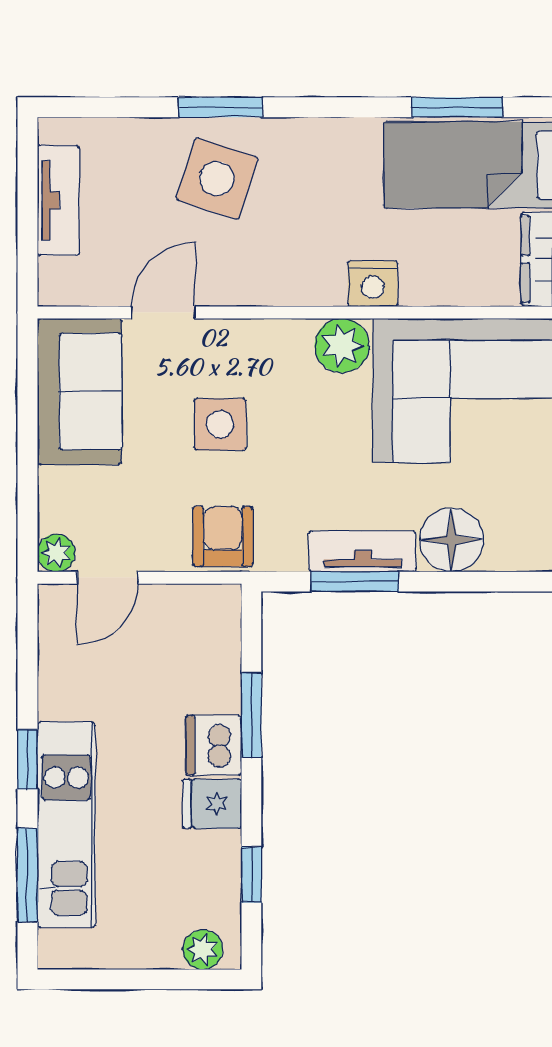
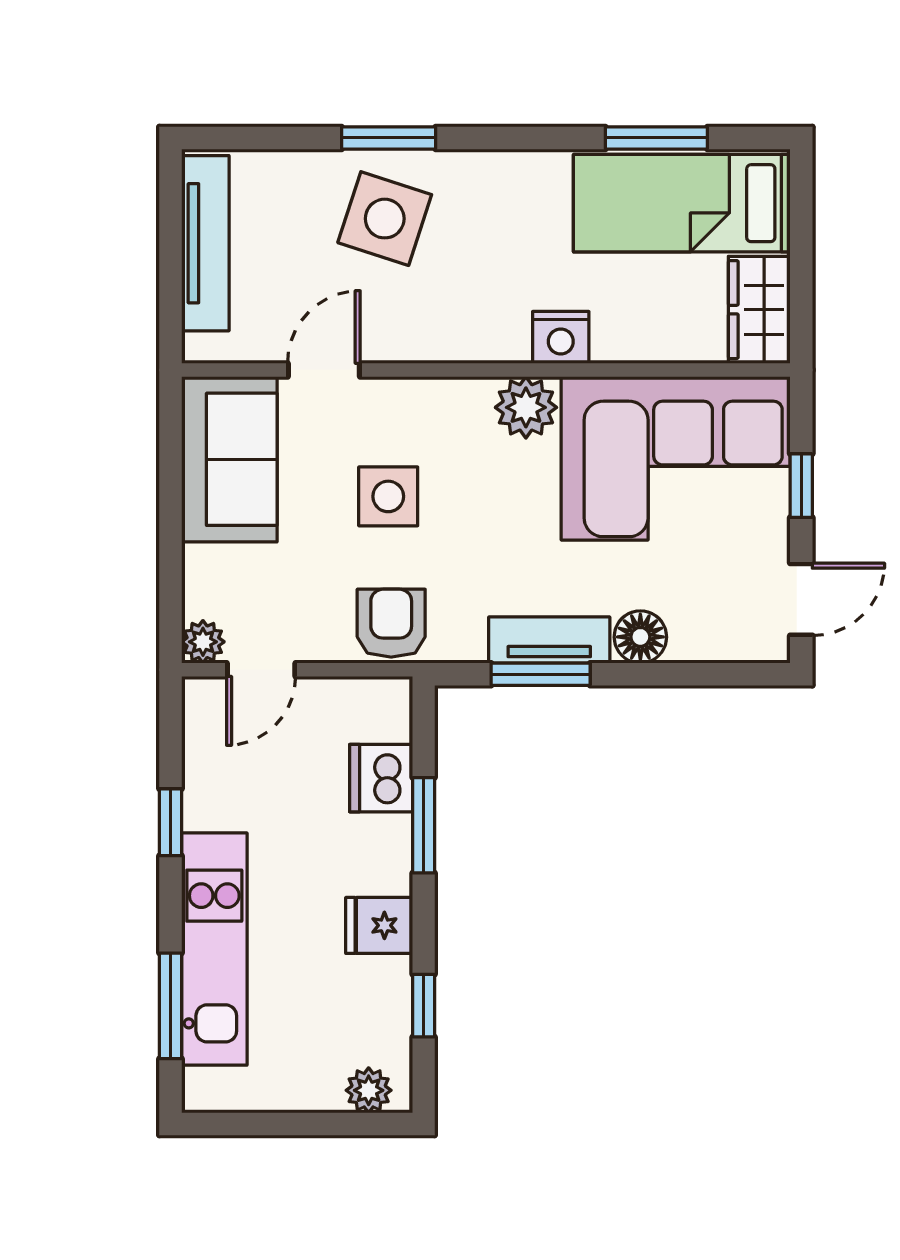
tv unit: (58, 200) -> (205, 243), width x1.41
floor lamp: (452, 540) -> (640, 637), width x0.73, depth x0.73
dishwasher: (214, 745) -> (381, 778), moved
window: (27, 759) -> (170, 822), moved

